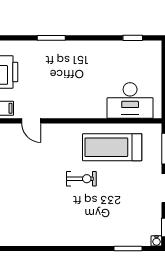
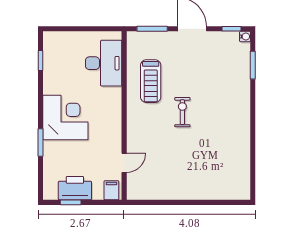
corner desk: (76, 63) -> (65, 117), added
treadmill: (112, 147) -> (151, 81), width x0.73, depth x0.73

